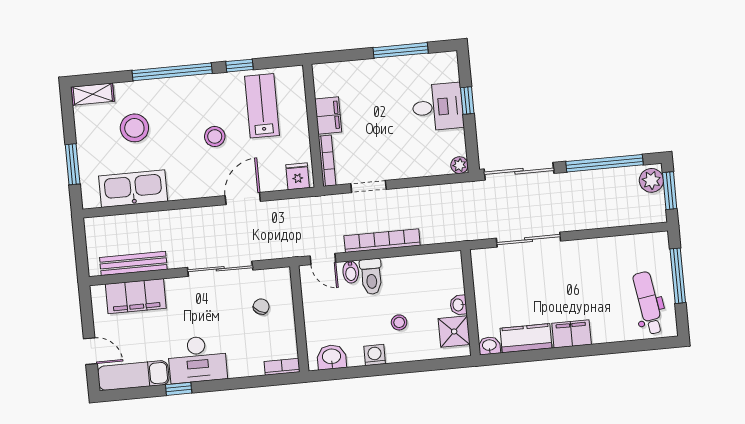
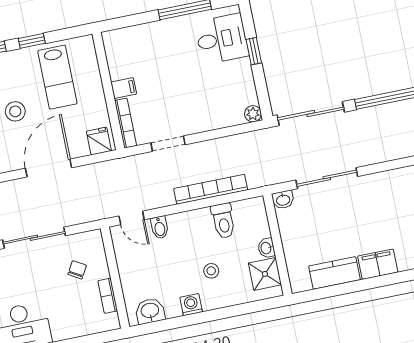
lab bench: (262, 106) -> (57, 77), turned 180
desk: (438, 107) -> (222, 39), moved
filing cabinet: (328, 116) -> (124, 88), width x0.50
door: (243, 198) -> (49, 168), width x1.36
bookcase: (382, 241) -> (211, 189), moved
toilet: (371, 276) -> (223, 221), moved
washbasin: (489, 346) -> (283, 200), moved, turned 180
bookcase: (282, 367) -> (108, 296), moved, turned -90

